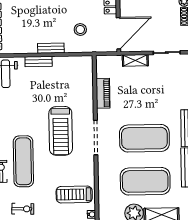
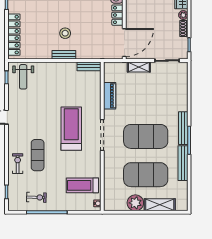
stool: (80, 30) -> (65, 33), moved
bench: (39, 61) -> (89, 66), moved
treadmill: (61, 131) -> (71, 129), turned 180
exercise mat: (23, 161) -> (38, 155), width x0.73, depth x0.69

